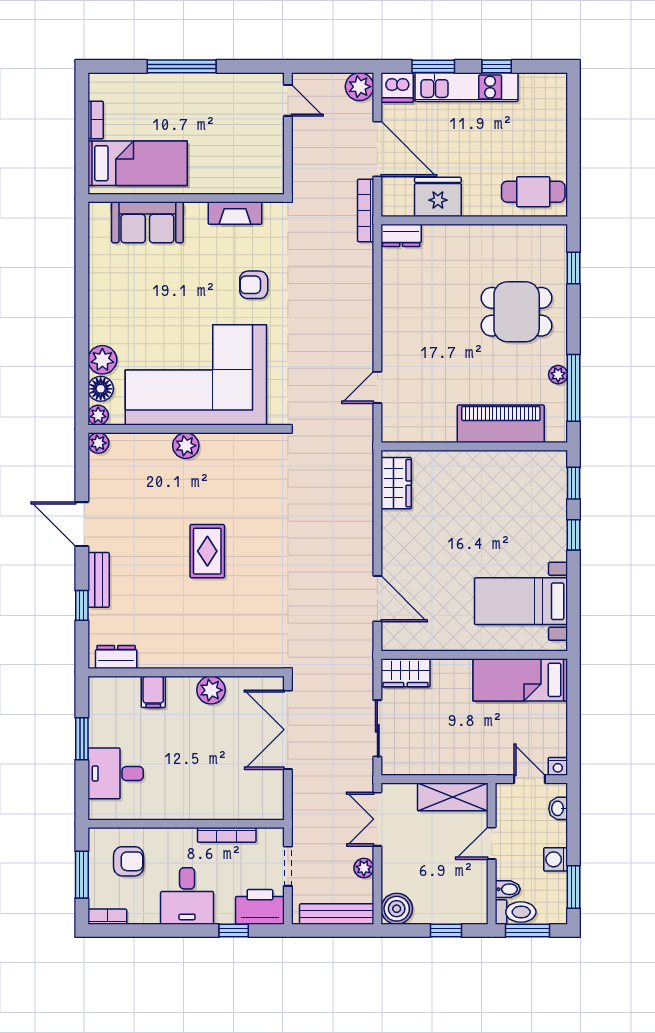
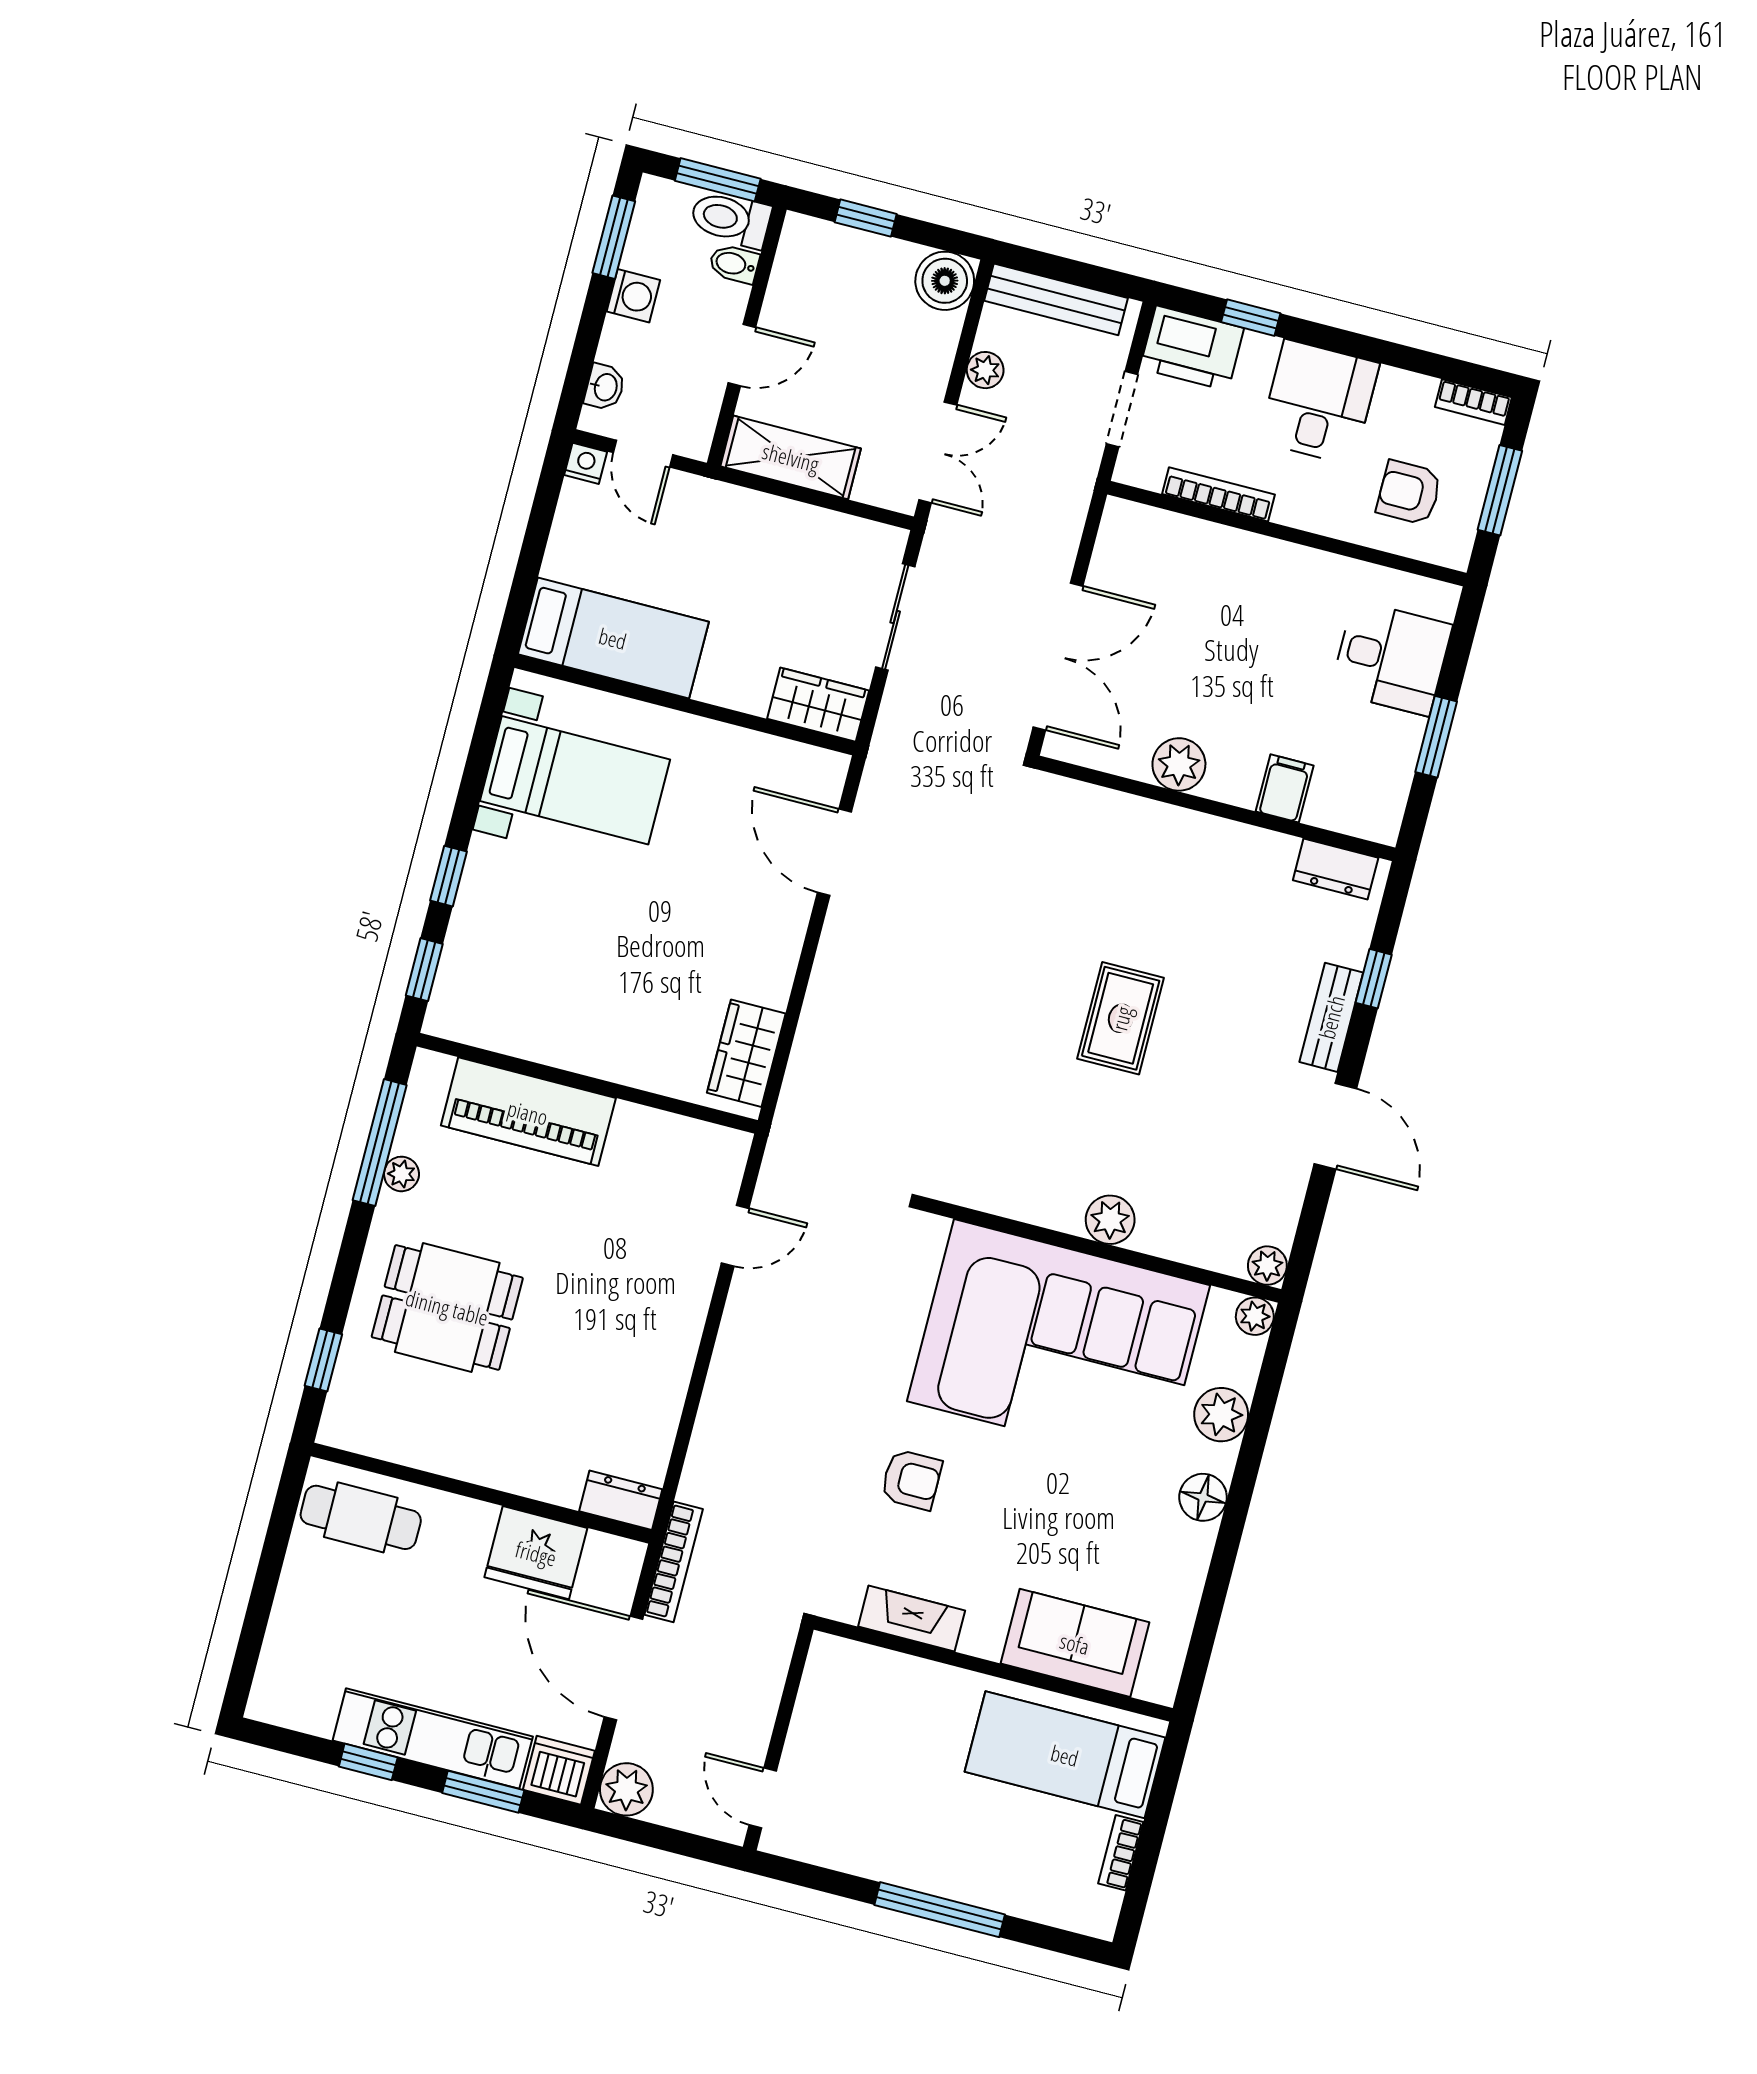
floor lamp: (101, 389) -> (1203, 1497), moved

